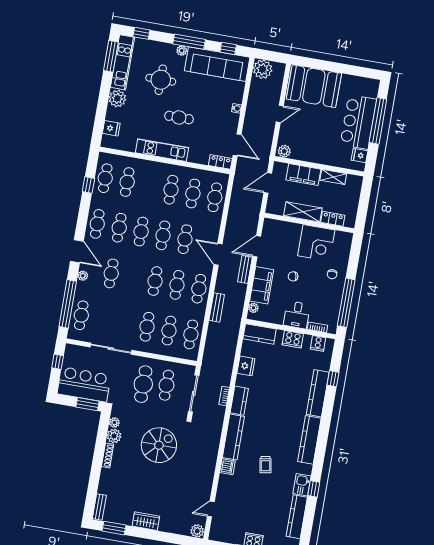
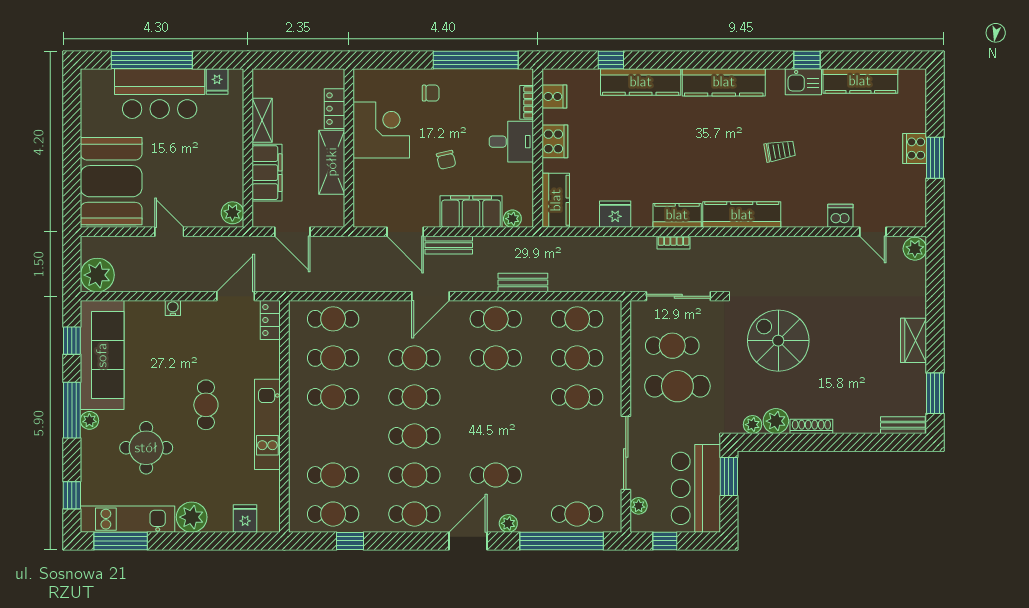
cafe table: (155, 281) -> (496, 397), removed
plant: (80, 351) -> (639, 506), added
dishwasher: (227, 467) -> (840, 216), moved

